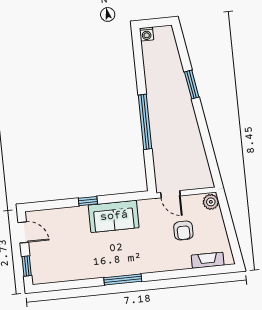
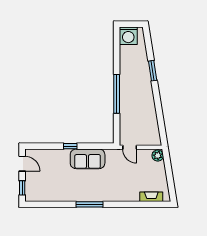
washing machine: (146, 34) -> (128, 36), width x1.89, depth x1.89
armchair: (183, 231) -> (136, 174), removed

